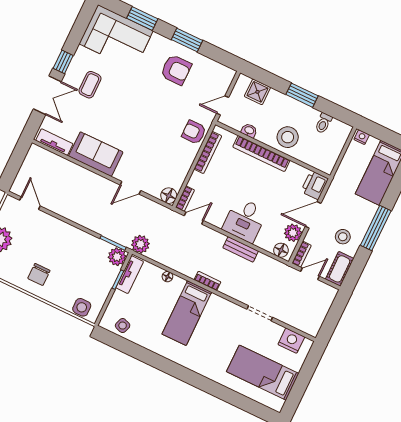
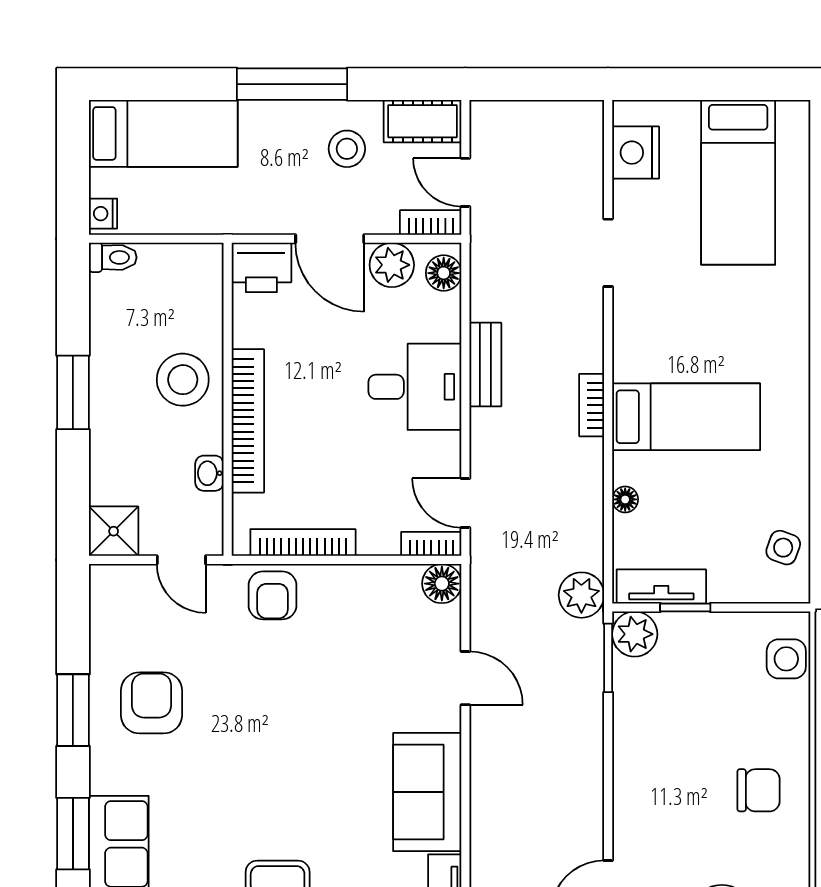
shower: (257, 92) -> (114, 531), moved
toilet: (323, 123) -> (113, 257), moved

